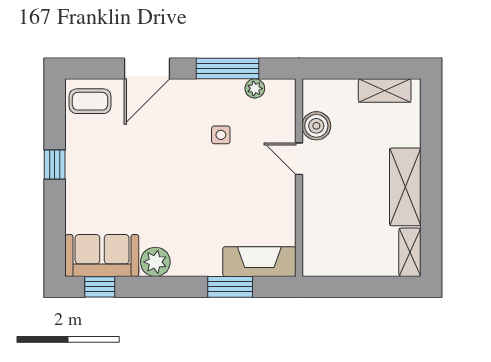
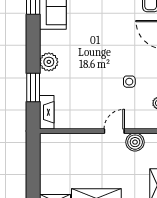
plant: (155, 262) -> (49, 62), moved
fireplace: (259, 262) -> (47, 112), width x0.73, depth x0.76

